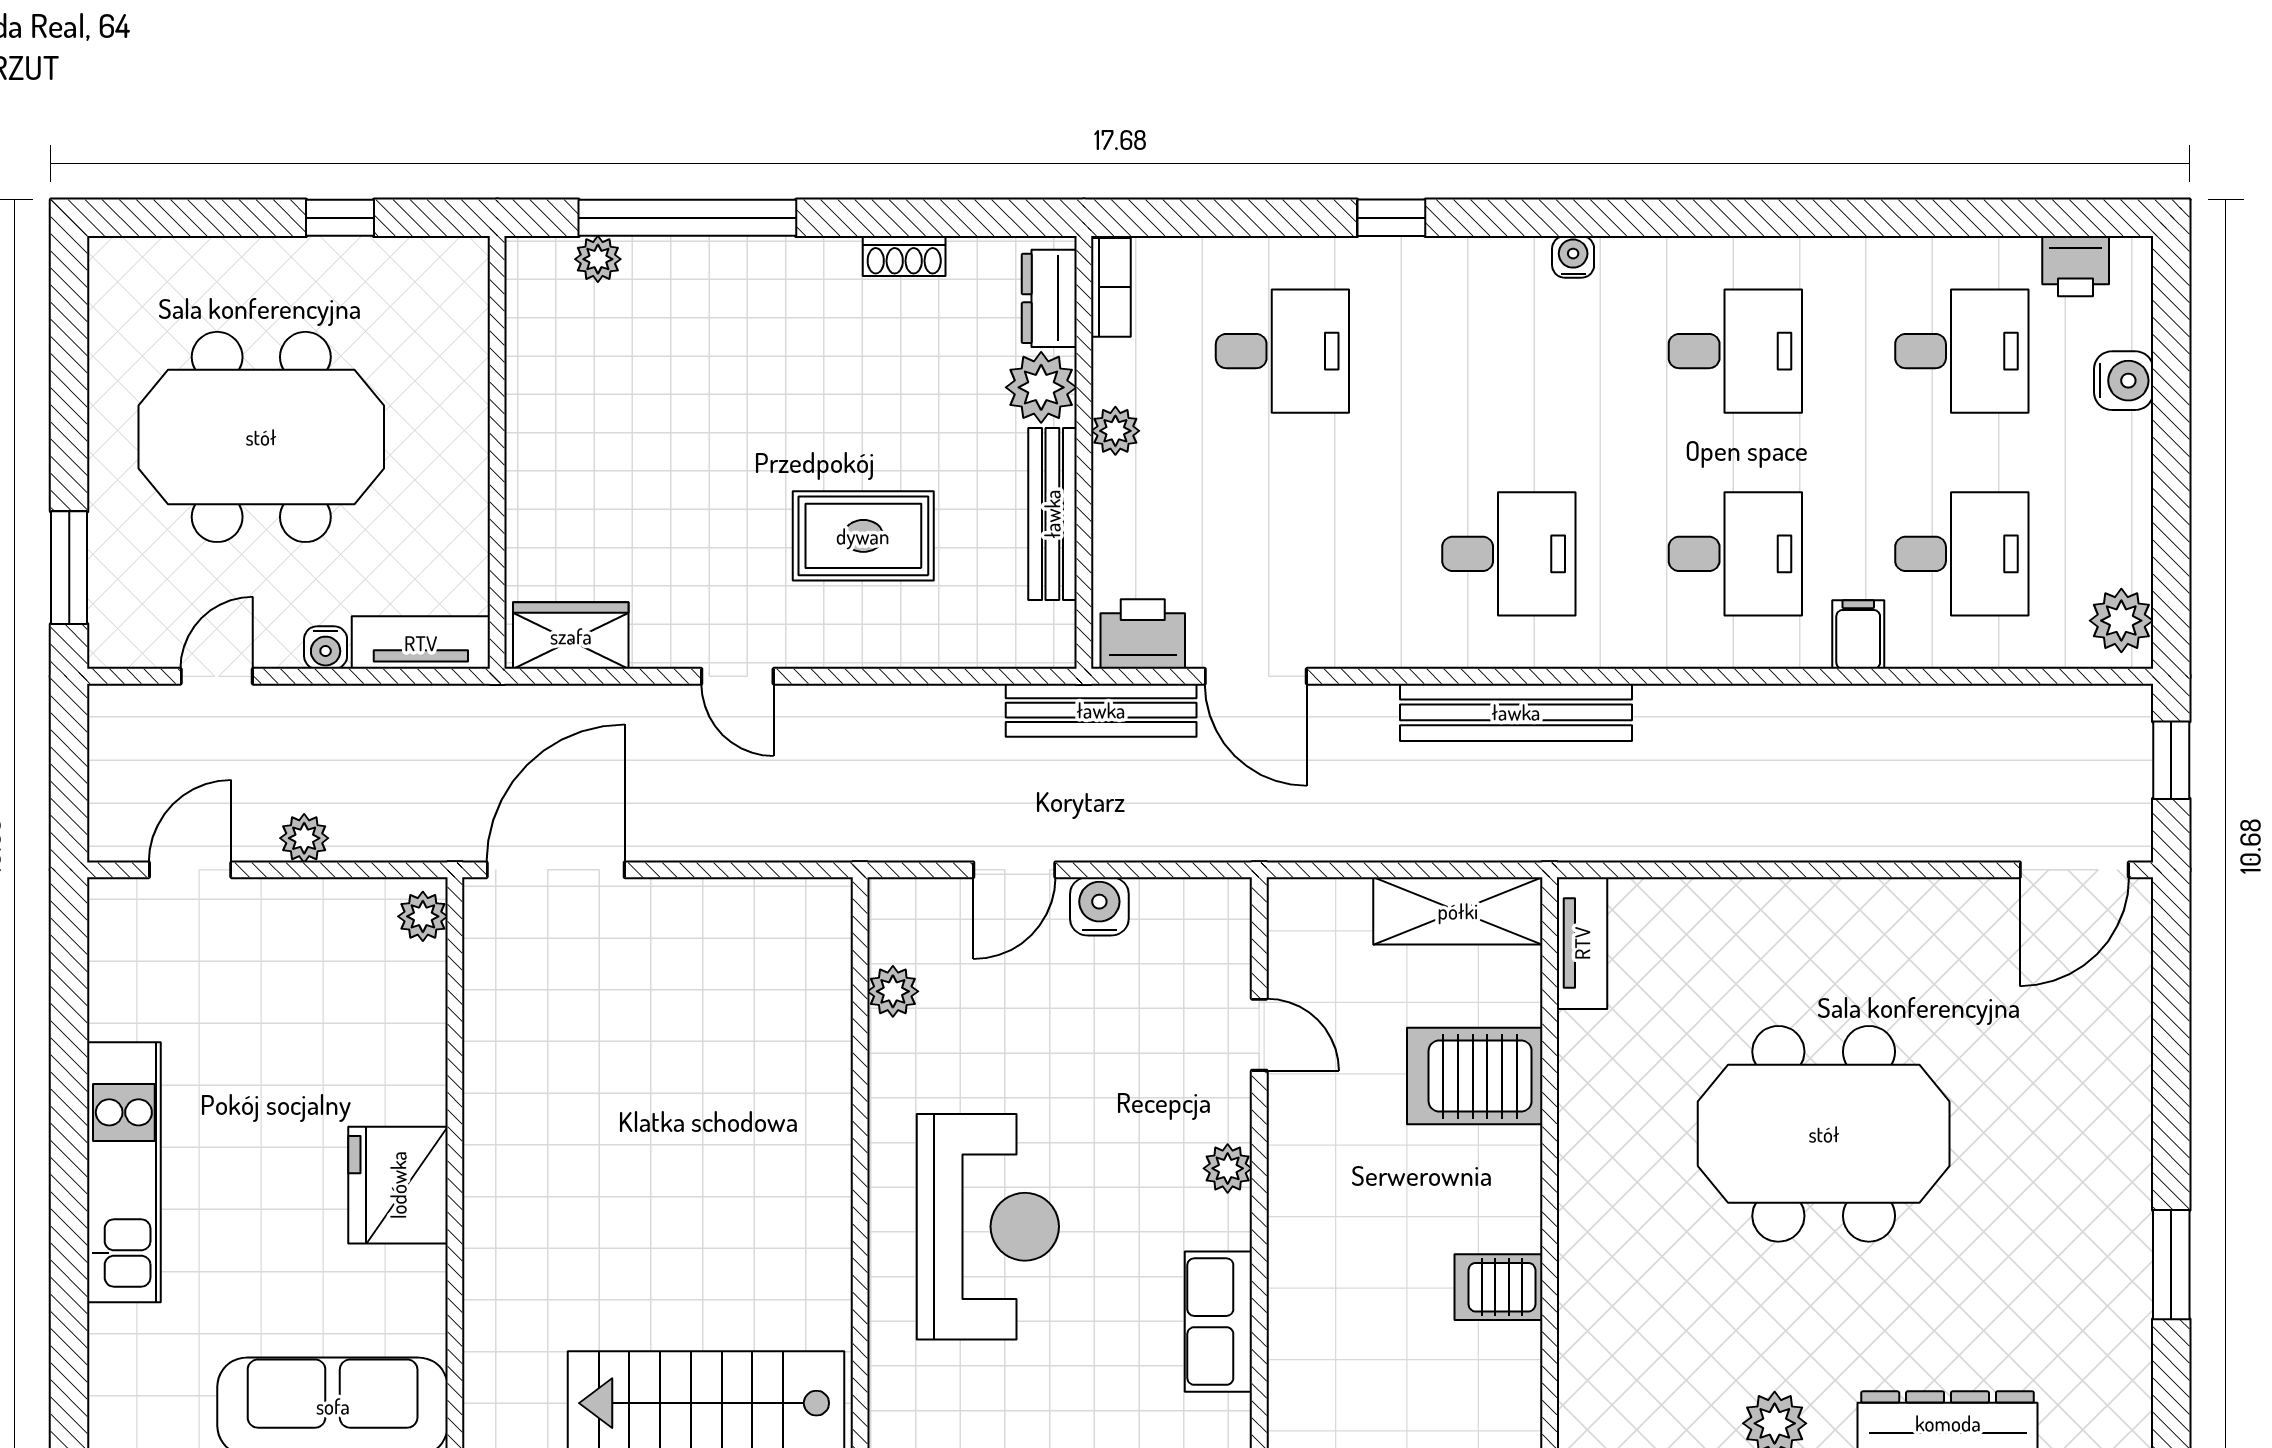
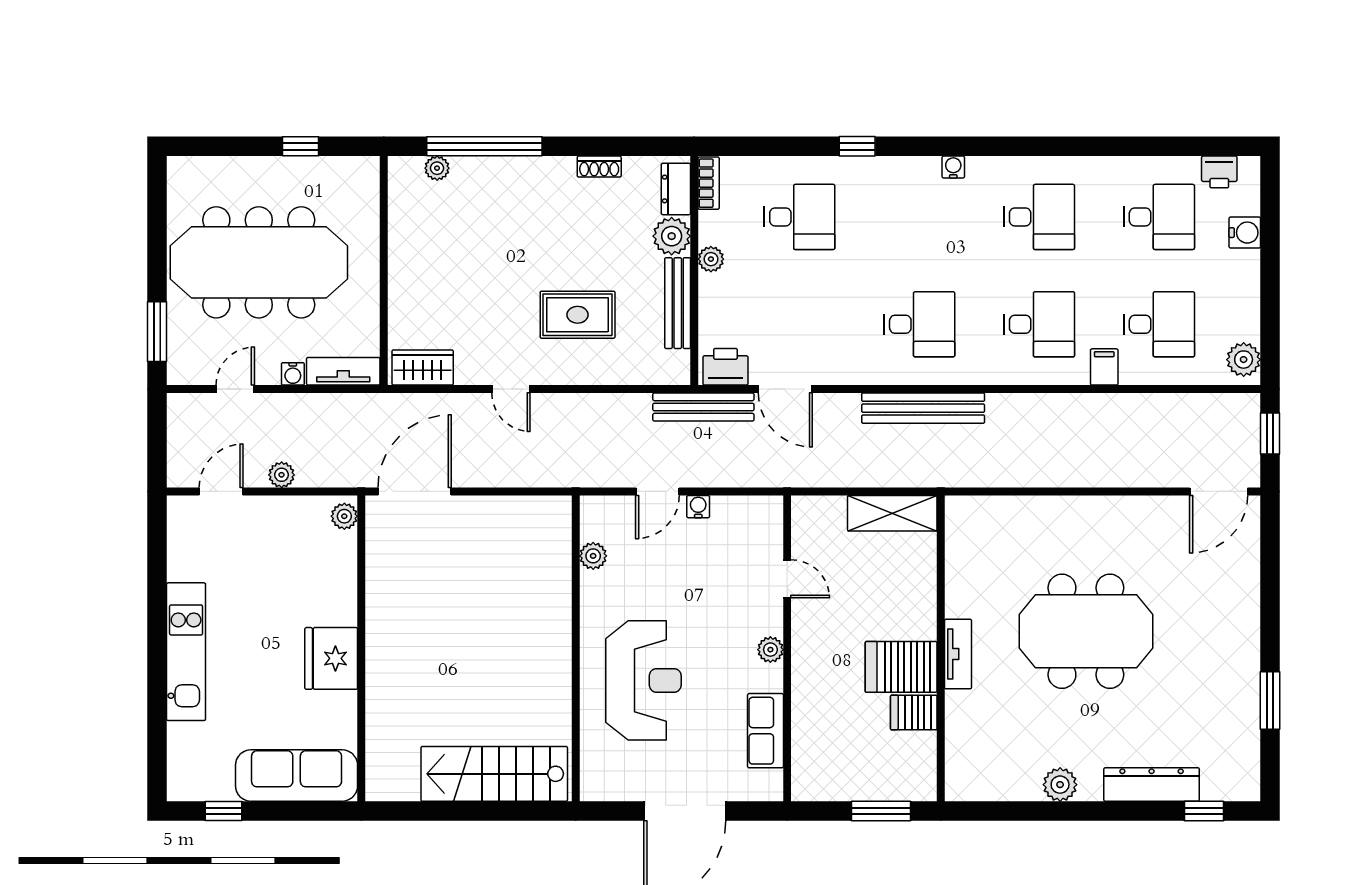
meeting table: (261, 437) -> (259, 262), width x1.36
water cooler: (1099, 906) -> (698, 507), width x0.72, depth x0.72
tv unit: (1582, 943) -> (958, 654), moved
server rack: (1475, 1076) -> (901, 667), moved

